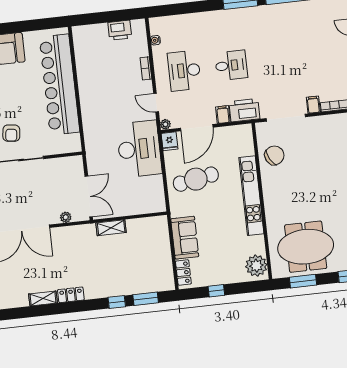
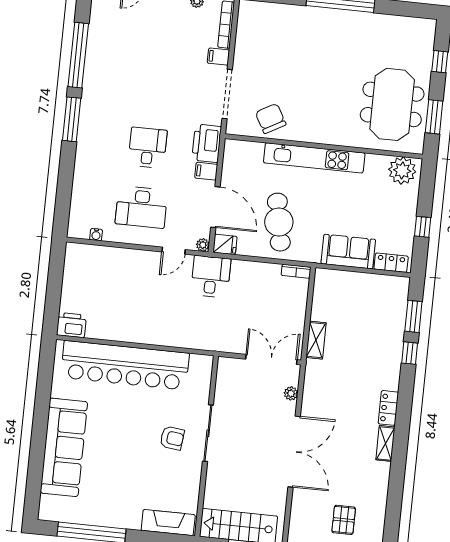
printer: (120, 30) -> (71, 325), moved, turned -90
bookcase: (146, 68) -> (296, 271), moved
desk: (139, 149) -> (211, 277), width x0.53, depth x0.77

